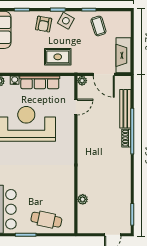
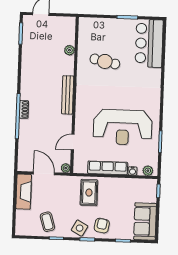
rug: (58, 57) -> (89, 193), turned 90
bench: (125, 109) -> (68, 95), moved
cafe table: (46, 220) -> (105, 61), moved

